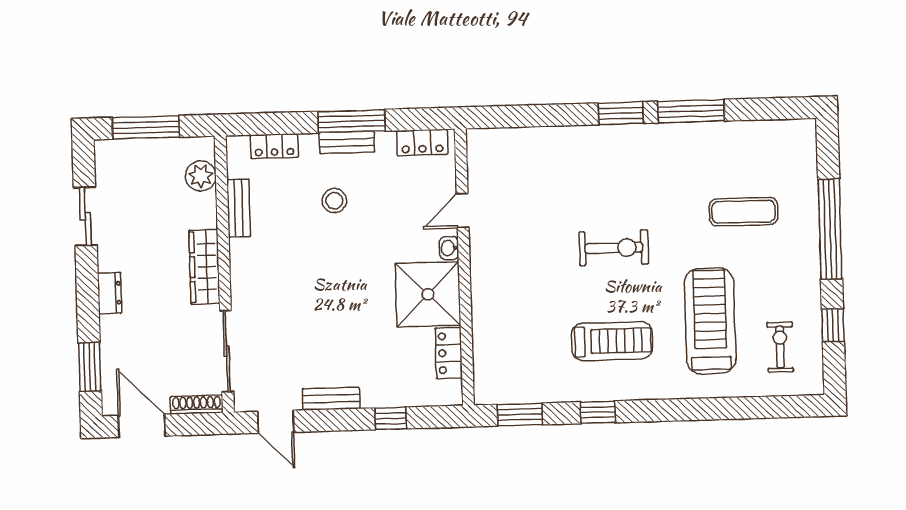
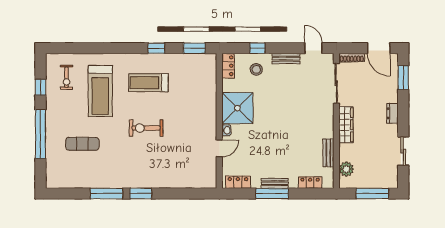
stool: (334, 201) -> (256, 69), moved
locker: (449, 353) -> (228, 66), moved

